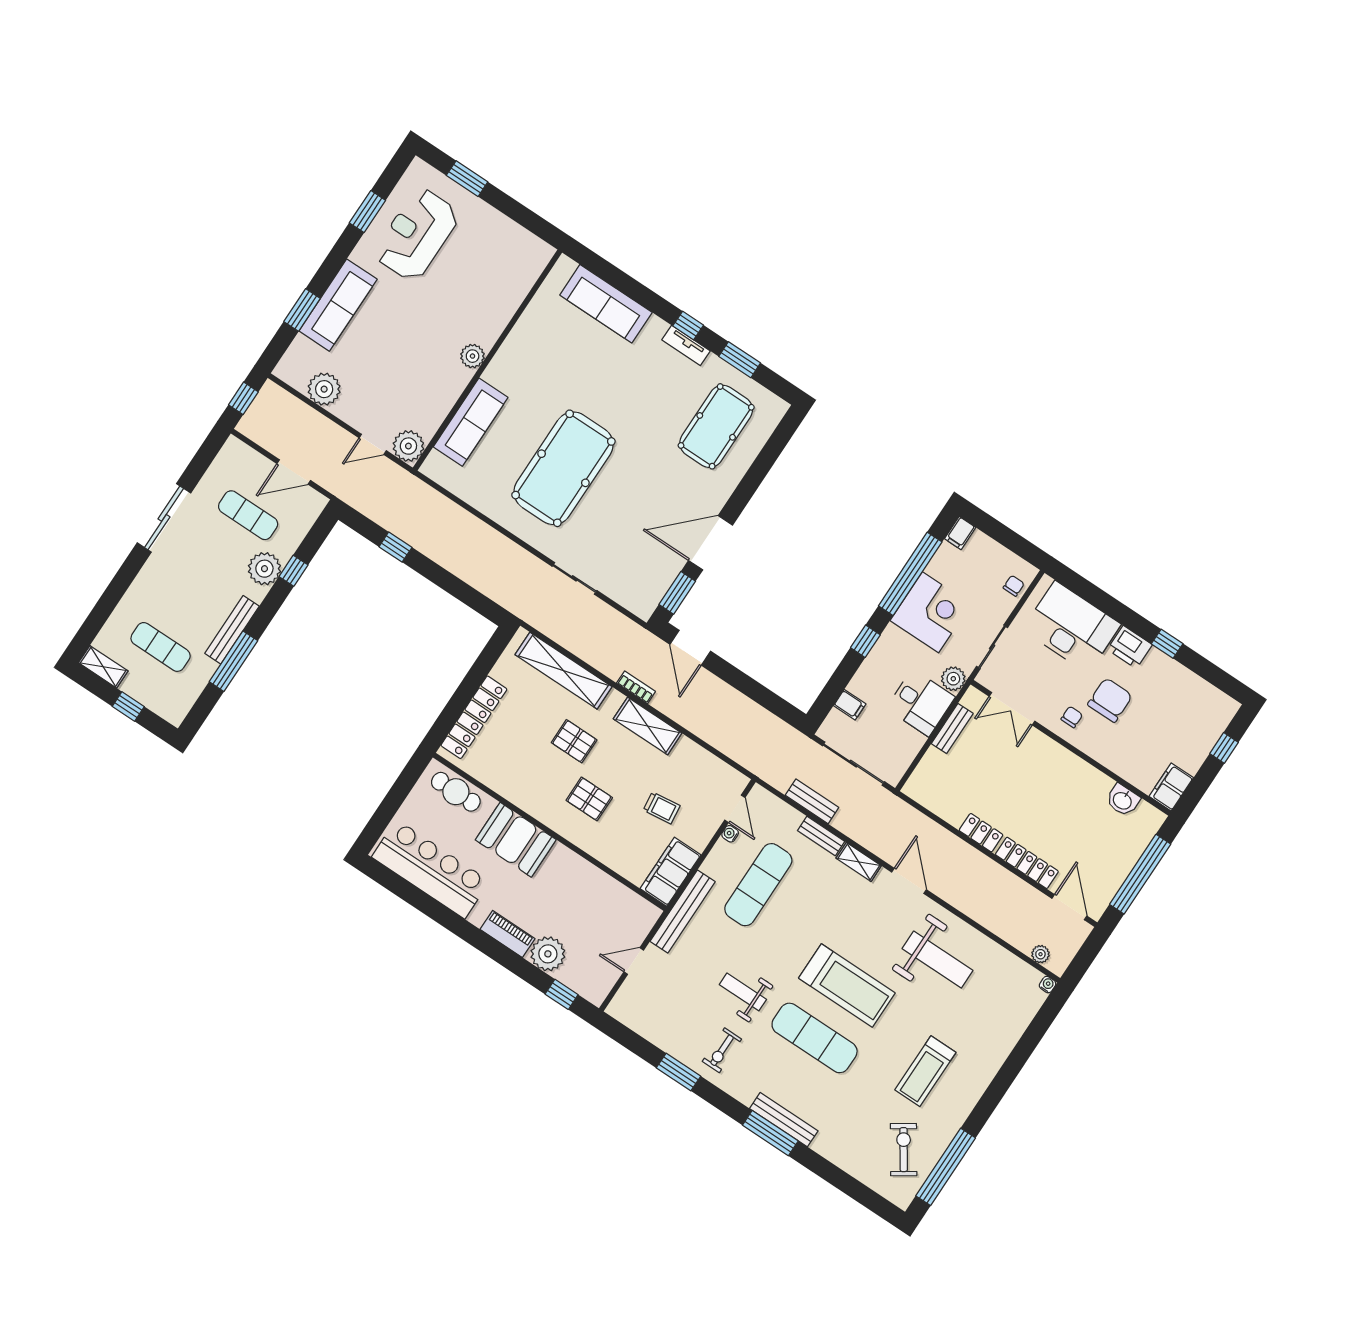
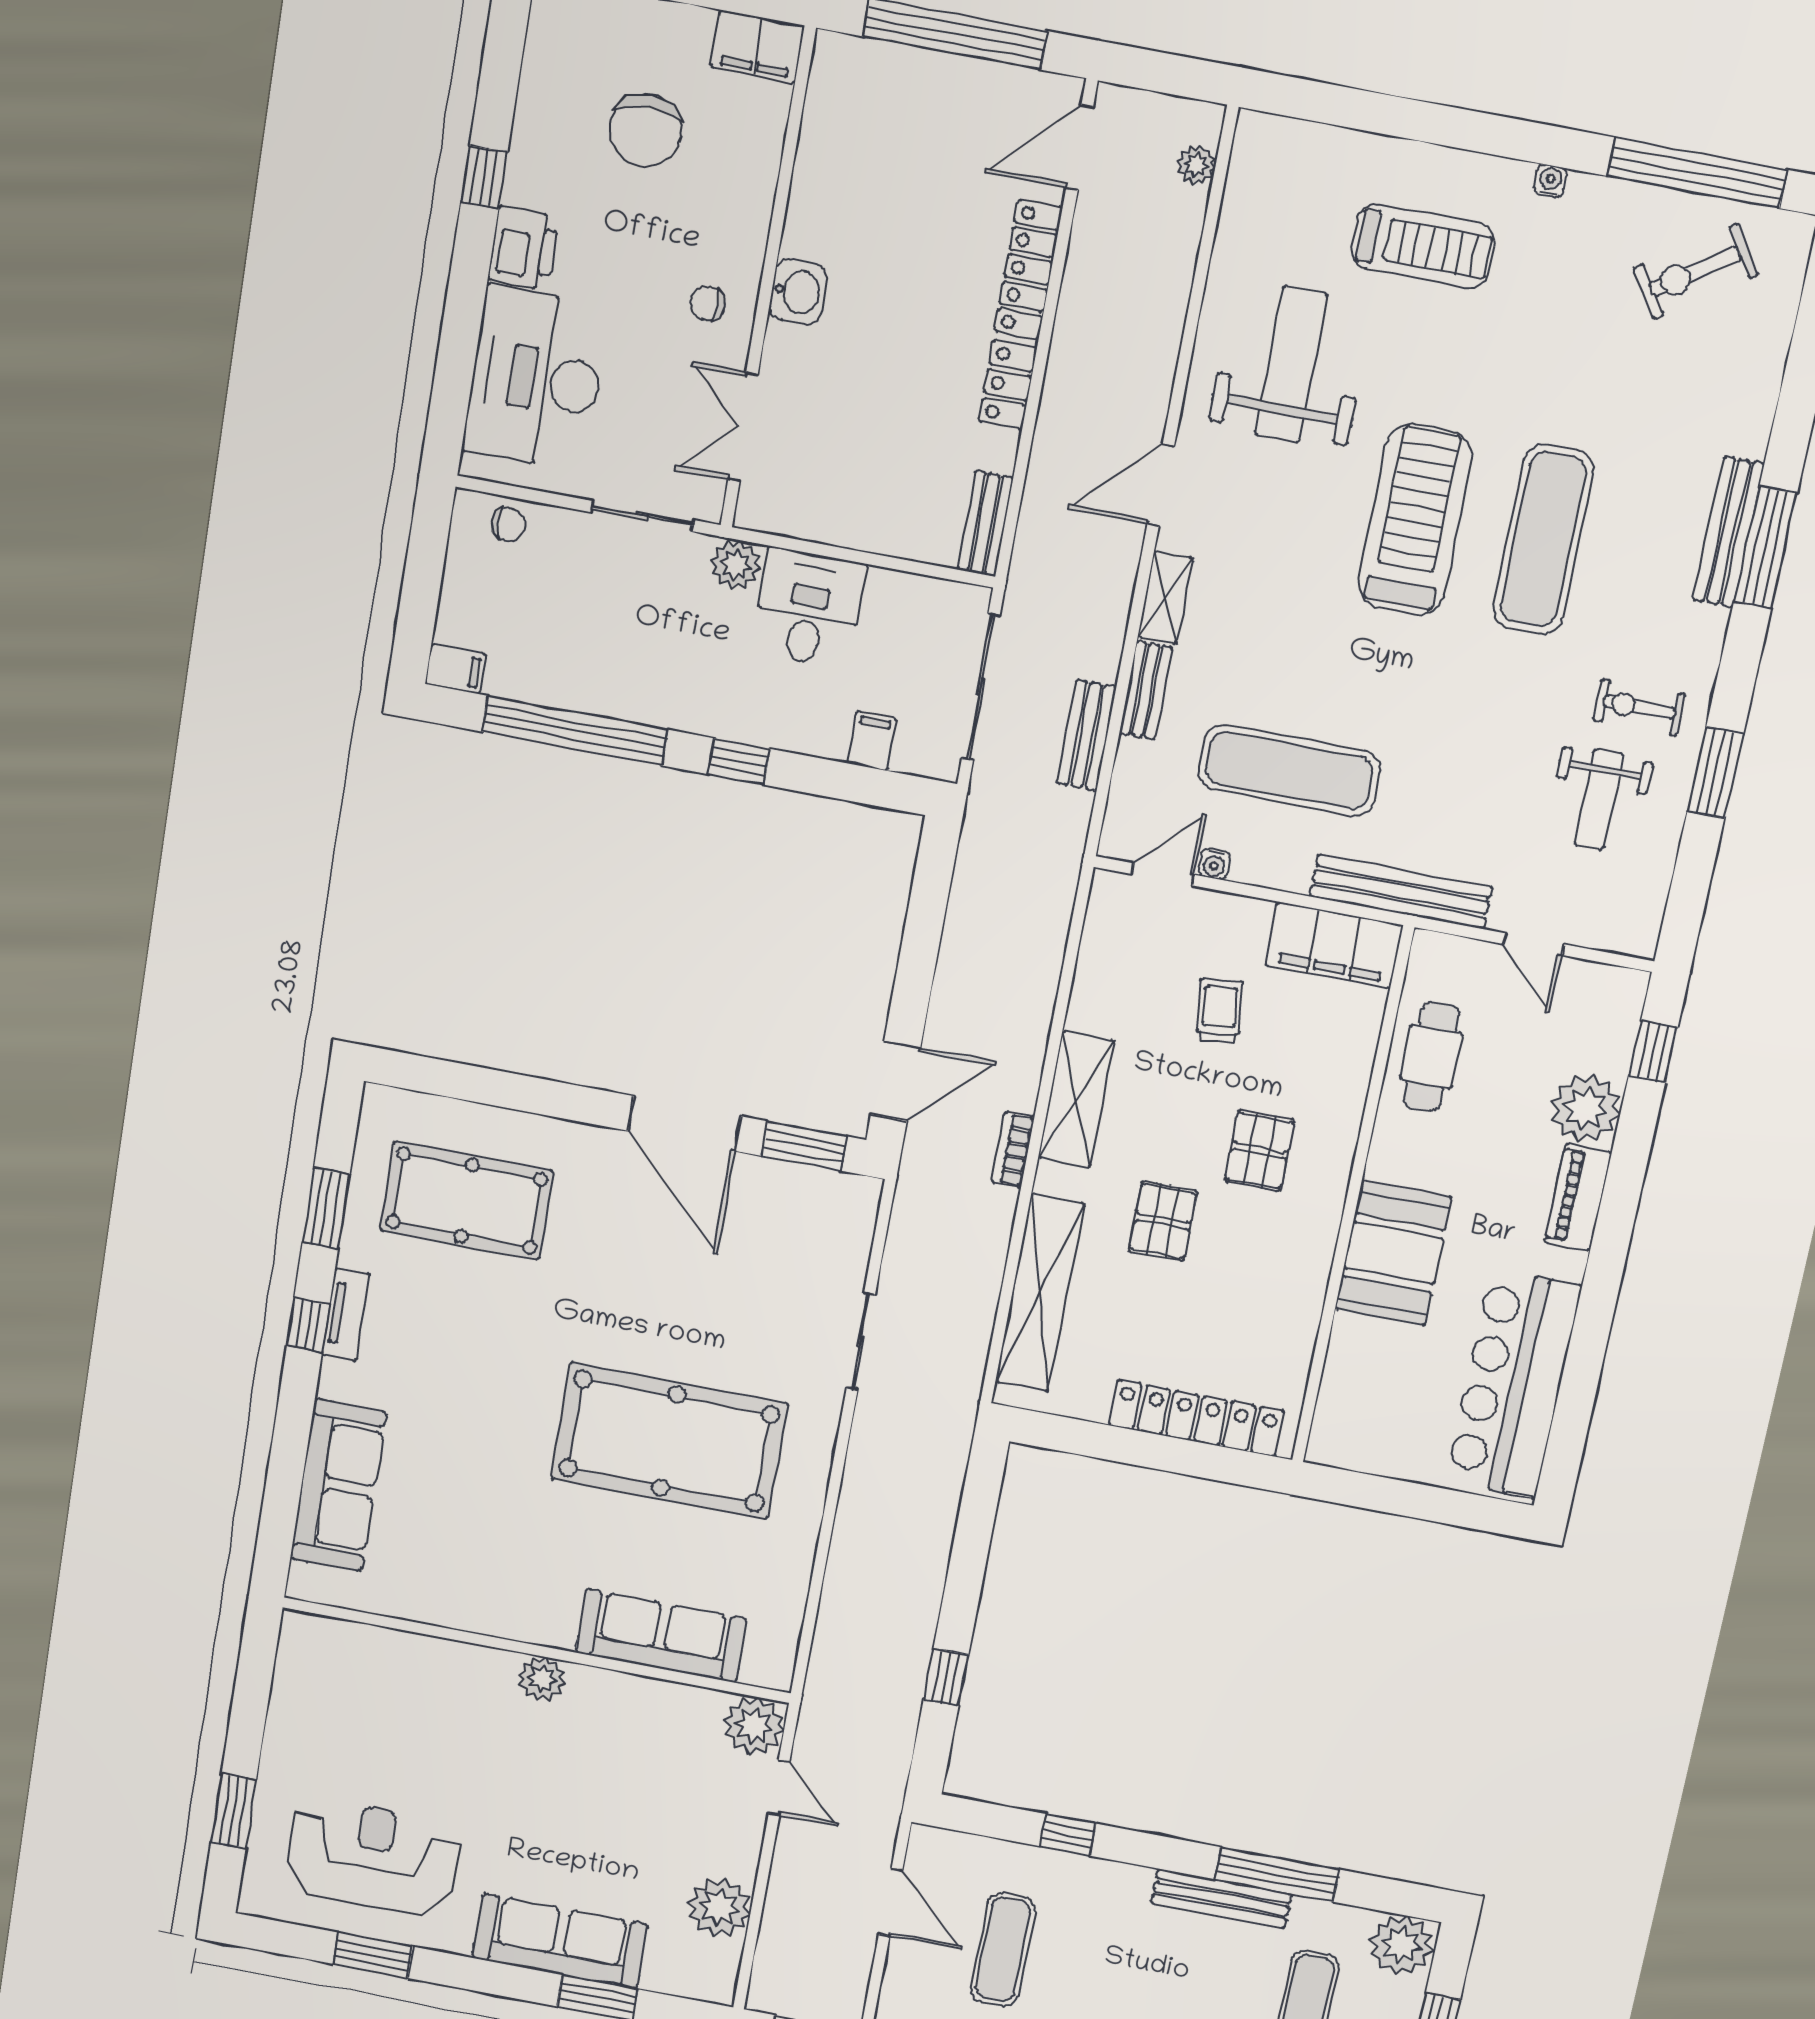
reception desk: (417, 235) -> (373, 1857), turned 180
plant: (264, 569) -> (1401, 1945), moved
chair: (1014, 586) -> (508, 524), turned 180
corner desk: (931, 612) -> (630, 662), removed
chair: (1110, 700) -> (646, 130), moved, turned -90
double door: (1012, 709) -> (743, 427), swing flipped
bench: (952, 729) -> (985, 524), moved, turned 90
cafe table: (456, 792) -> (1431, 1056), moved
washbasin: (1123, 800) -> (798, 292), moved
water cooler: (1048, 985) -> (1550, 181), moved, turned 90
weight bench: (743, 992) -> (1599, 799), moved
exercise bike: (722, 1050) -> (1639, 707), turned 180
treadmill: (925, 1071) -> (1423, 246), moved

